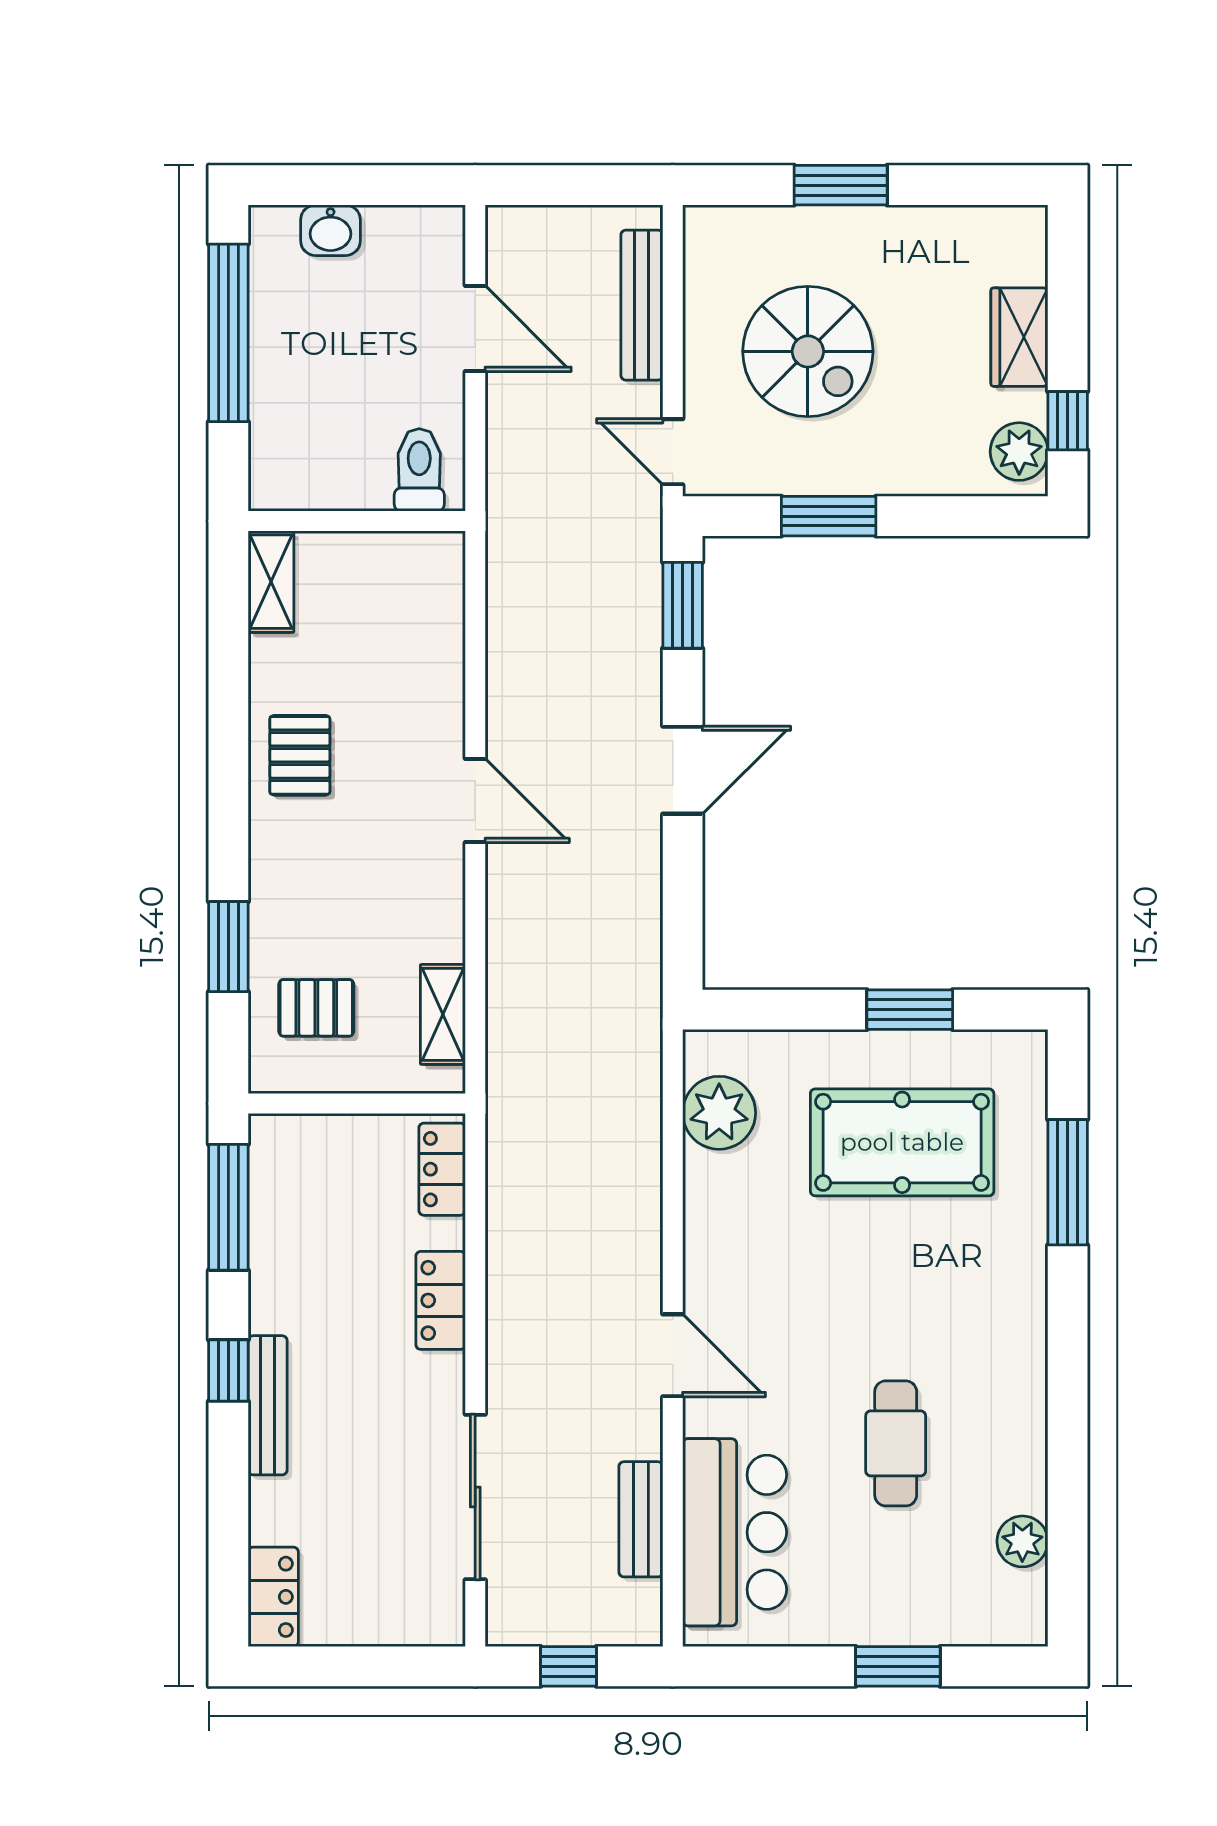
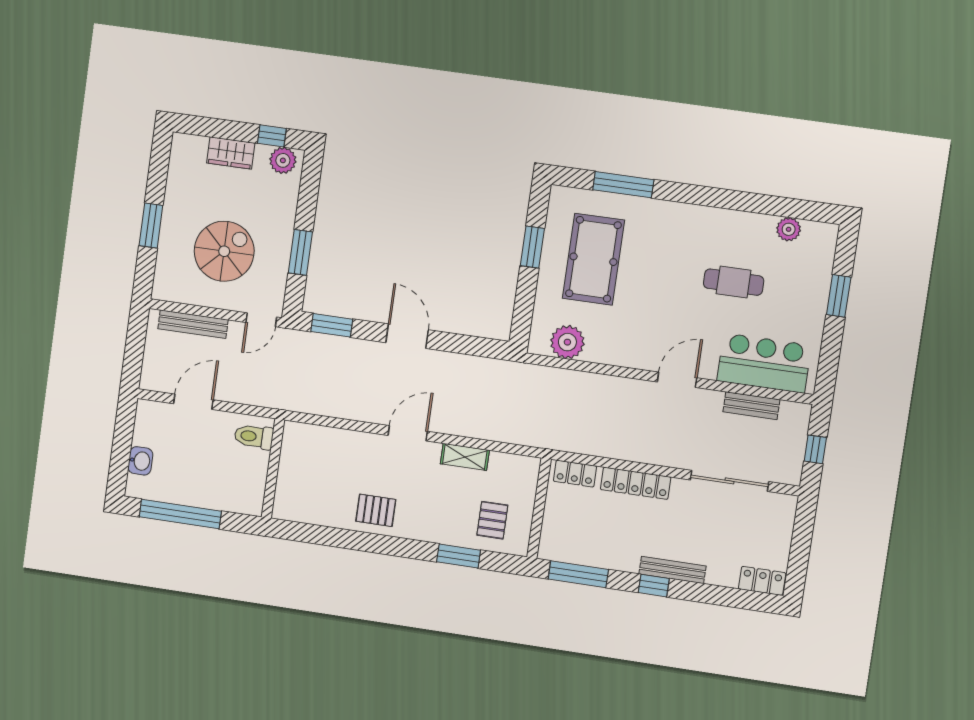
shelving: (271, 582) -> (295, 512), removed
shelving: (443, 1014) -> (465, 457), moved
locker: (441, 1300) -> (636, 483), width x1.53

